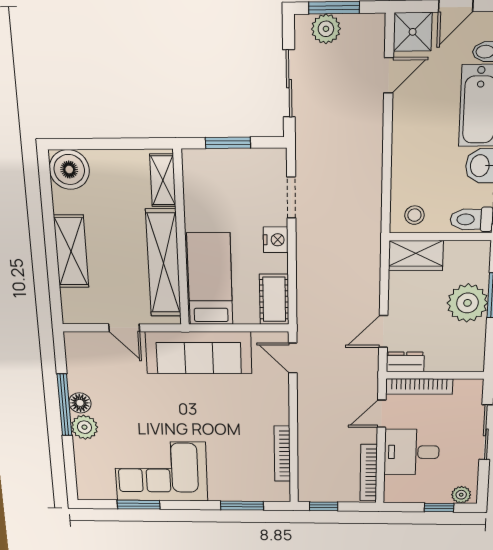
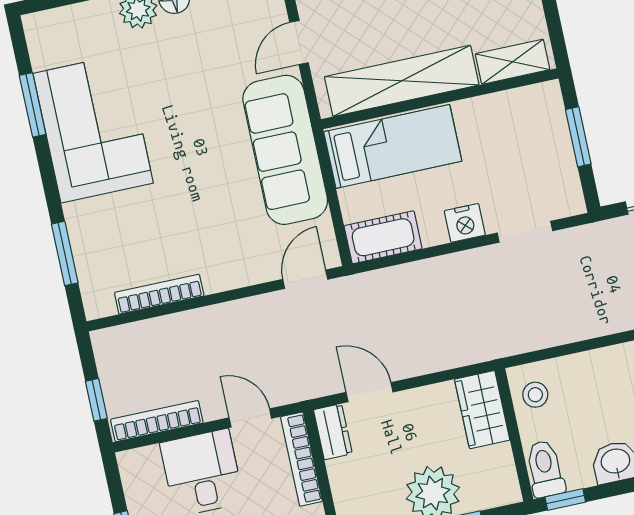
window: (324, 506) -> (96, 400), moved

